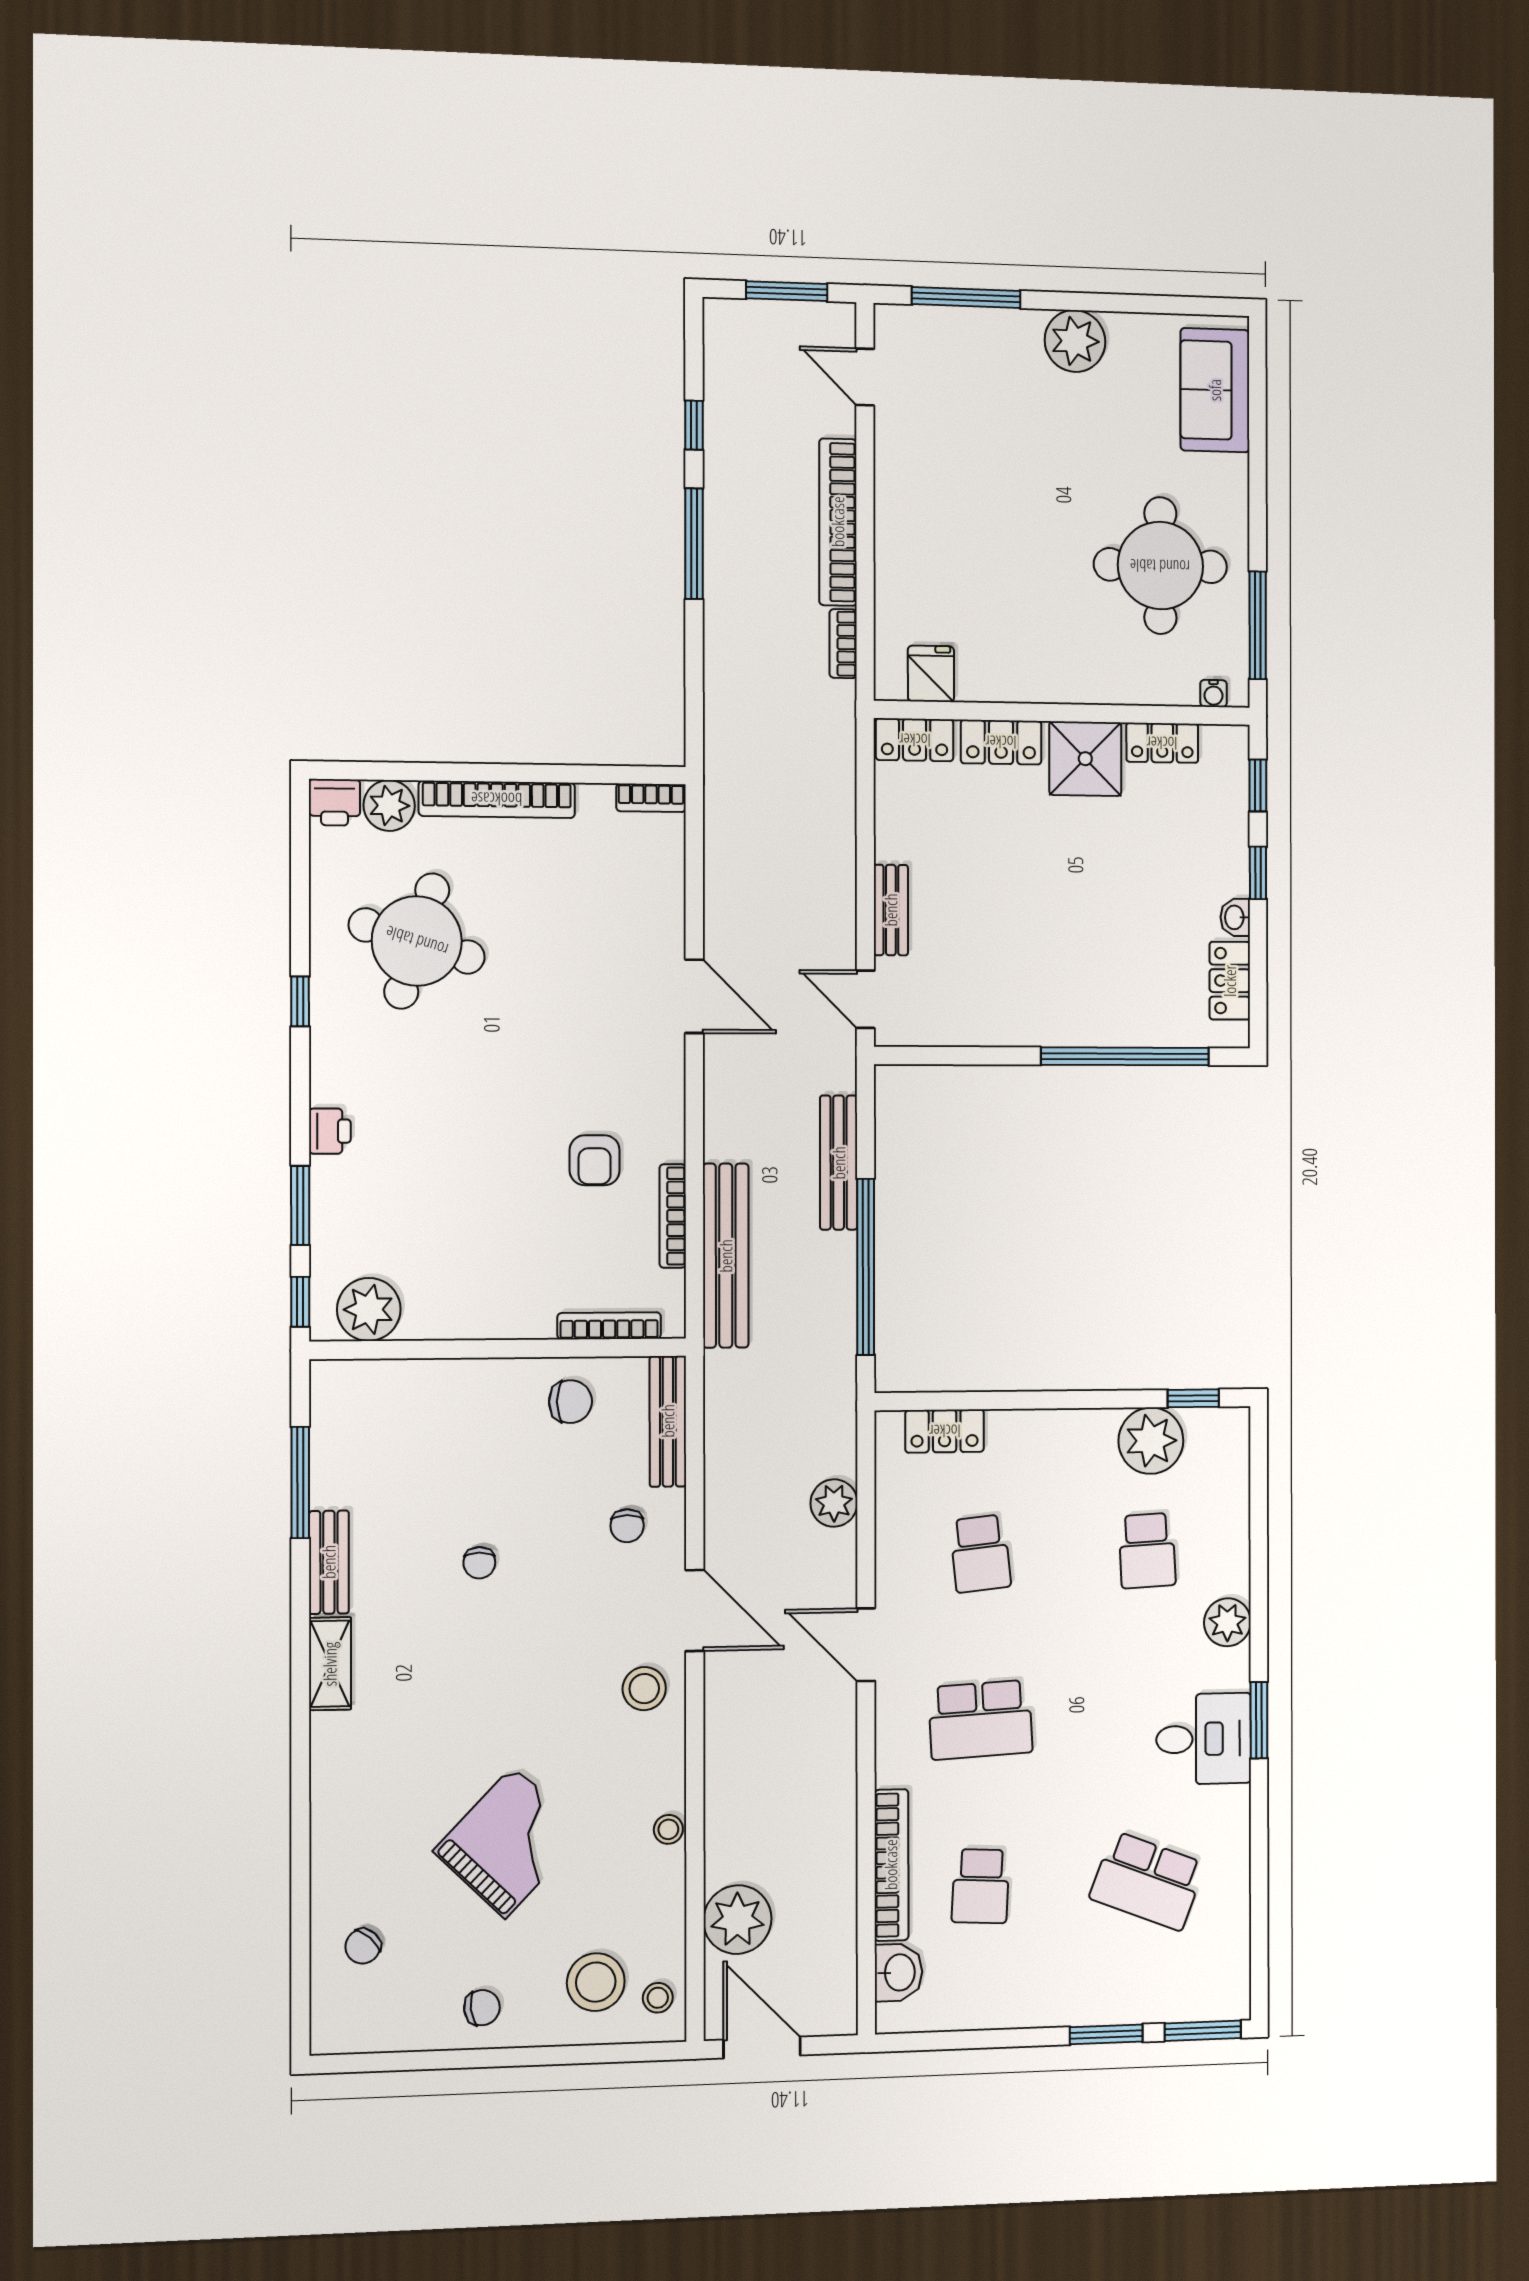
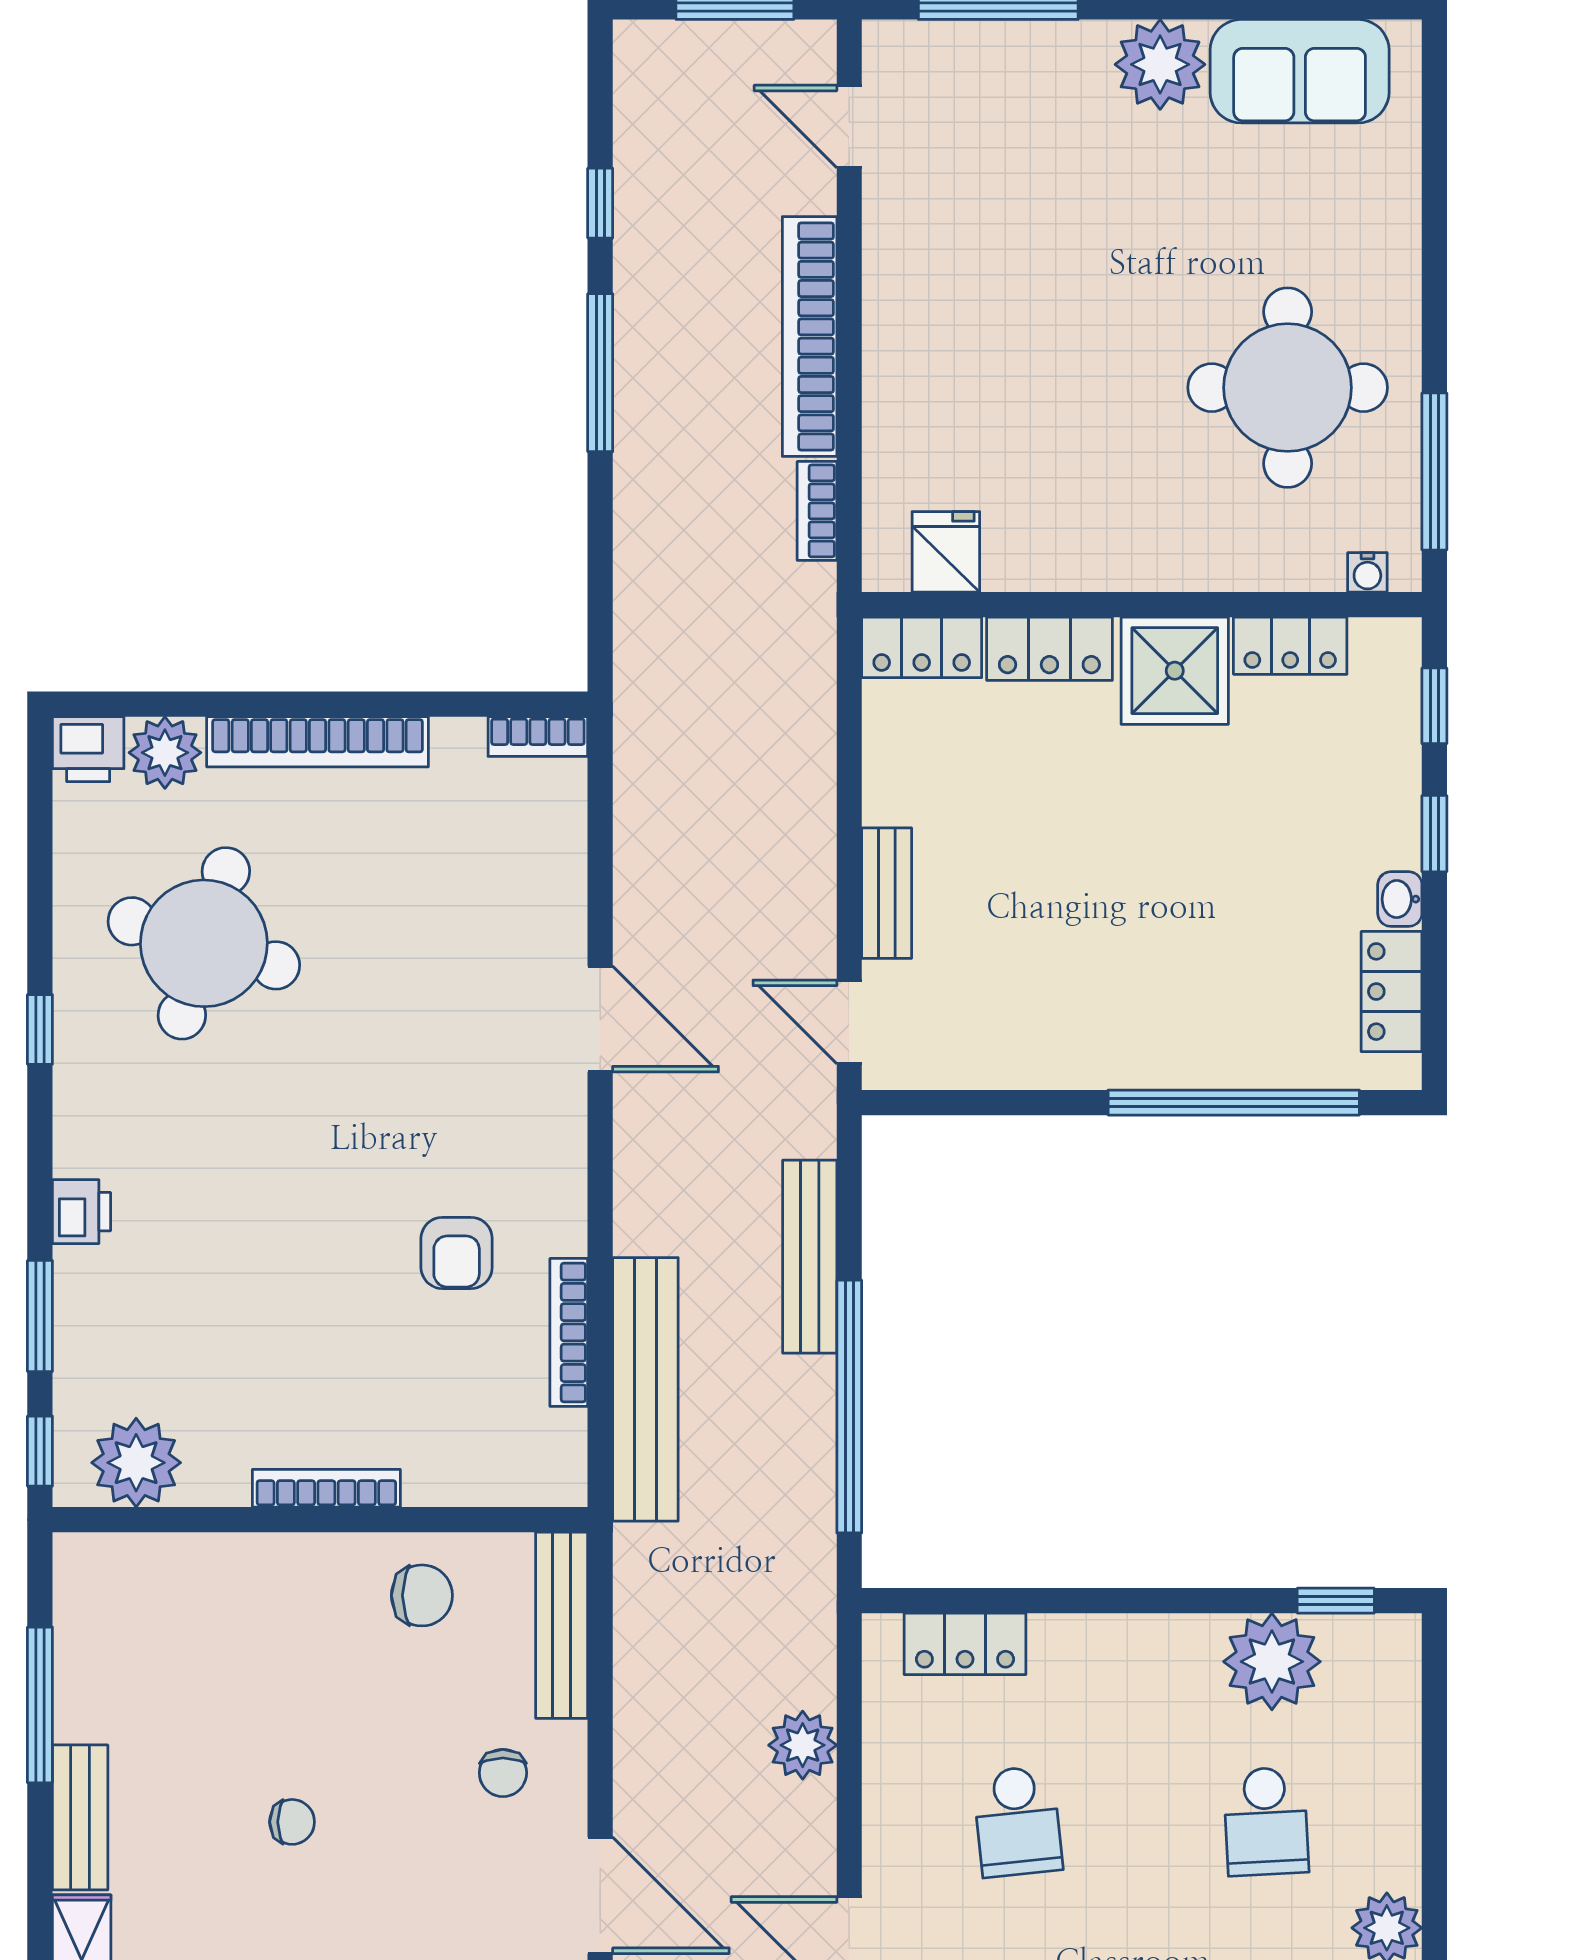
sofa: (1215, 390) -> (1300, 71), moved, turned -90
bookcase: (609, 1326) -> (326, 1488), moved
chair: (479, 1563) -> (292, 1822), turned -90

